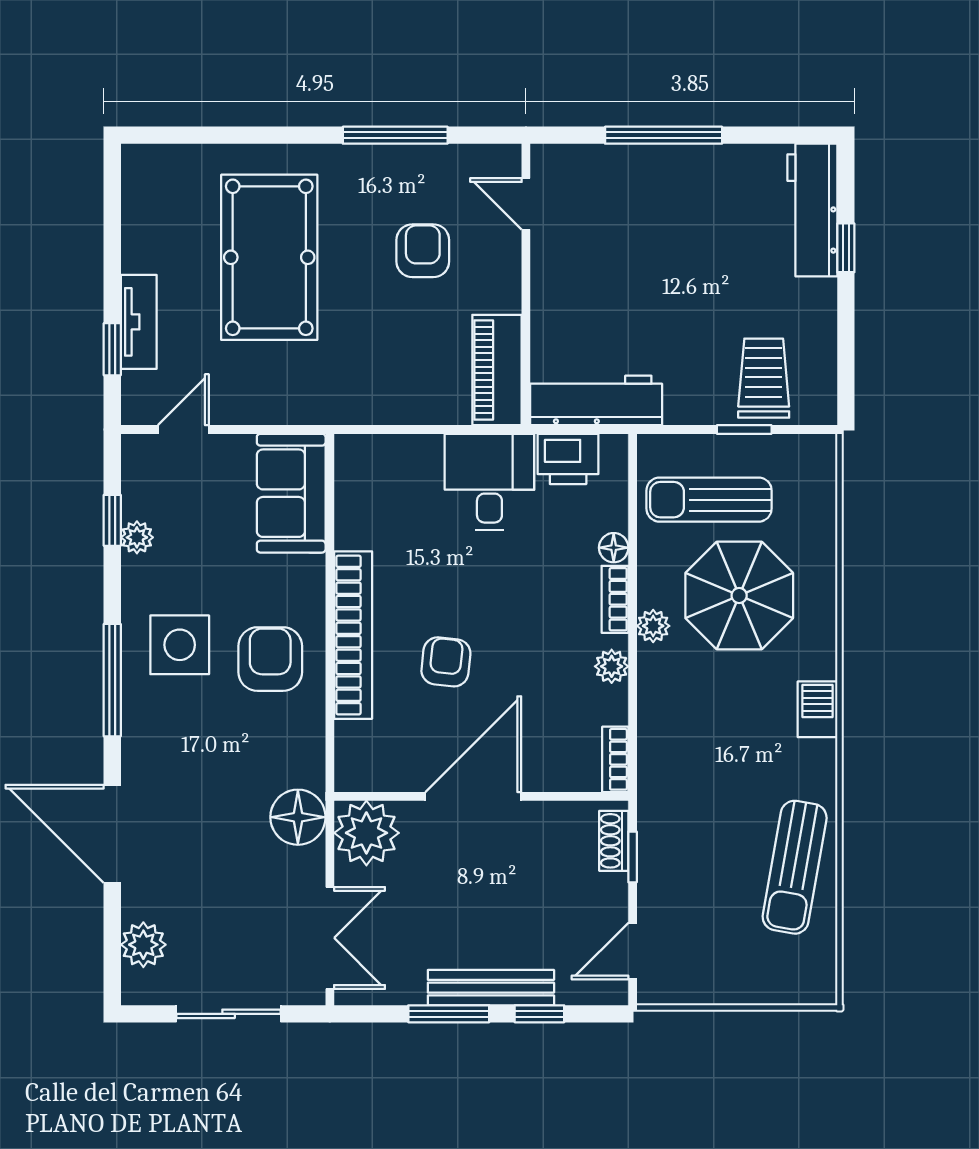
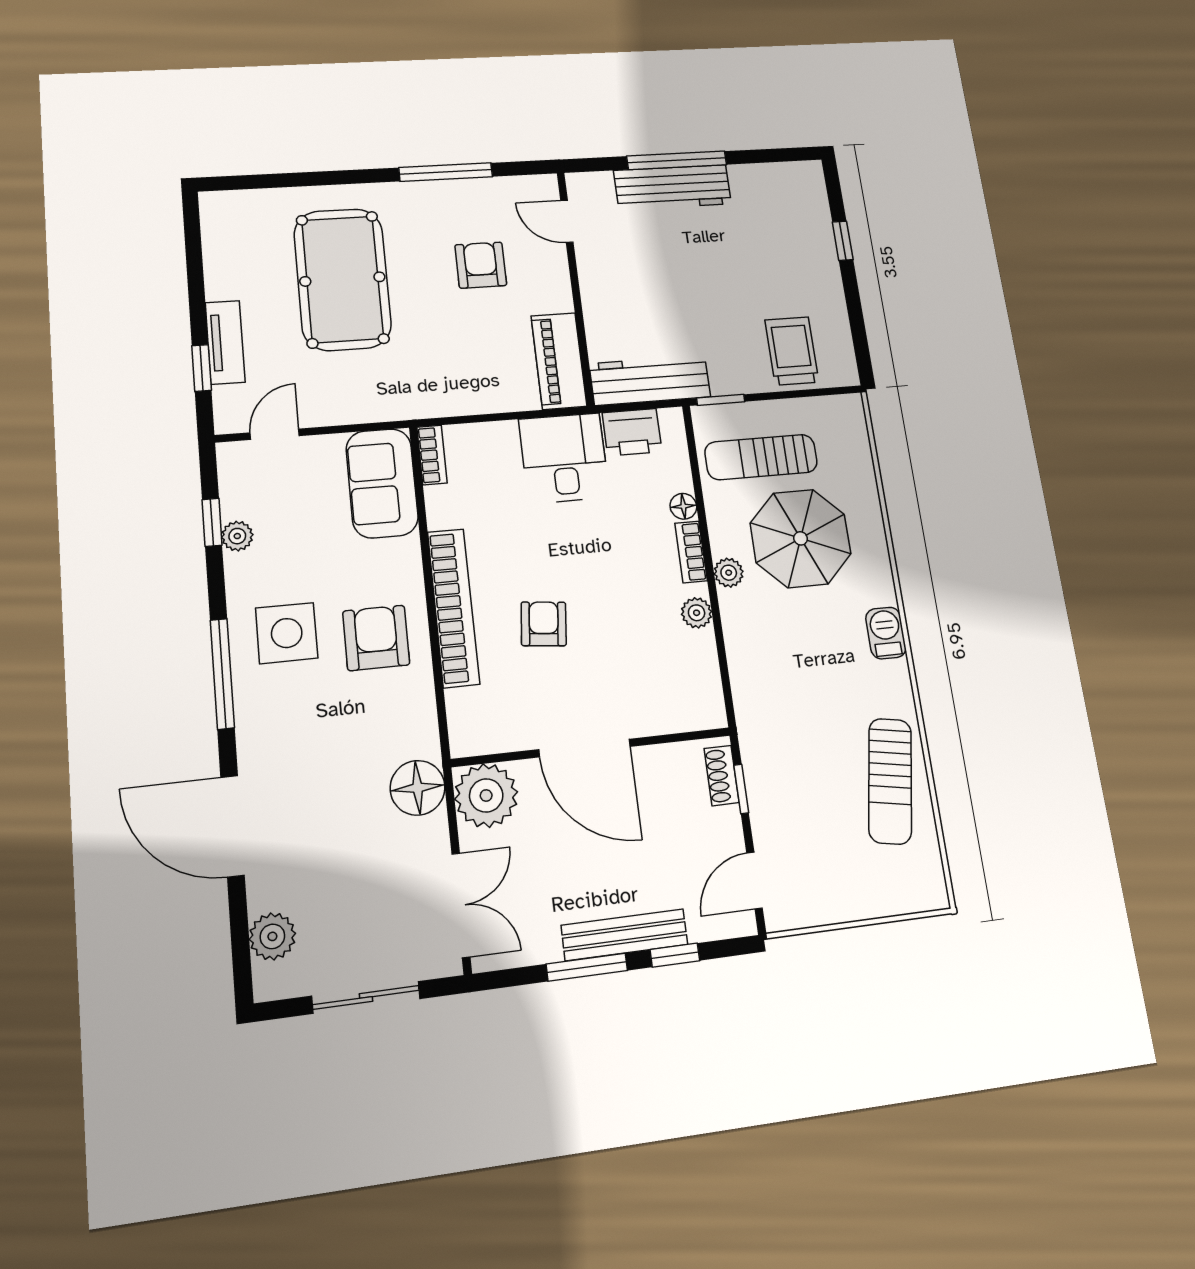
workbench: (812, 210) -> (673, 187), moved, turned -90
window: (744, 429) -> (721, 400), moved
bookcase: (615, 759) -> (432, 455), moved, turned 180
door: (473, 796) -> (585, 748), swing flipped

